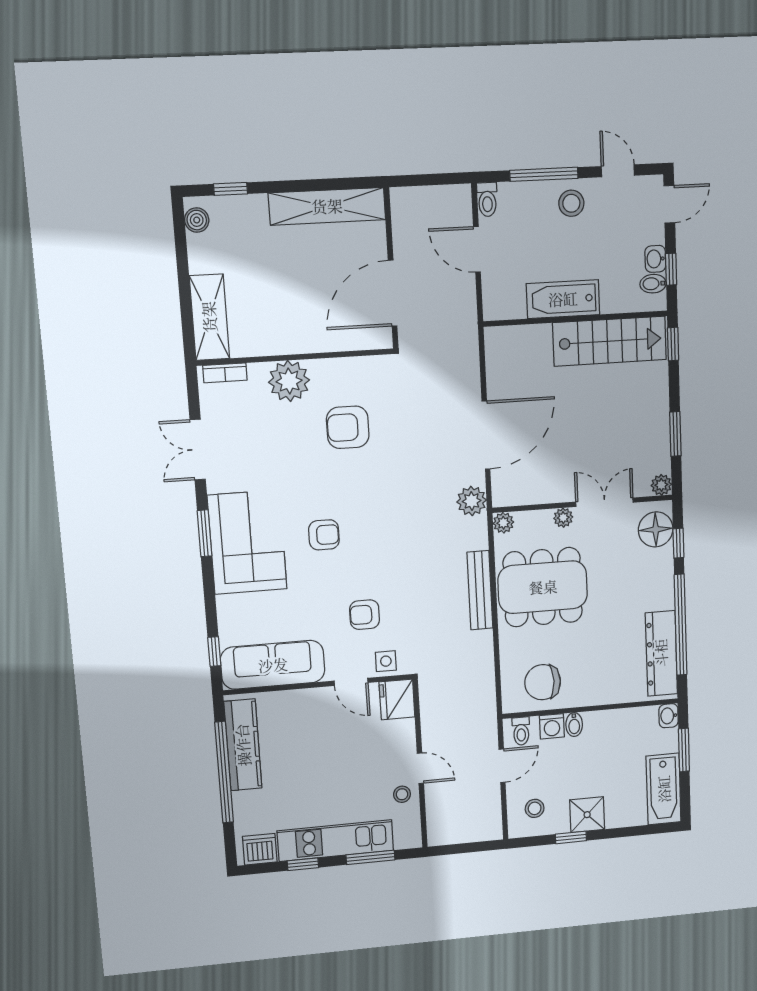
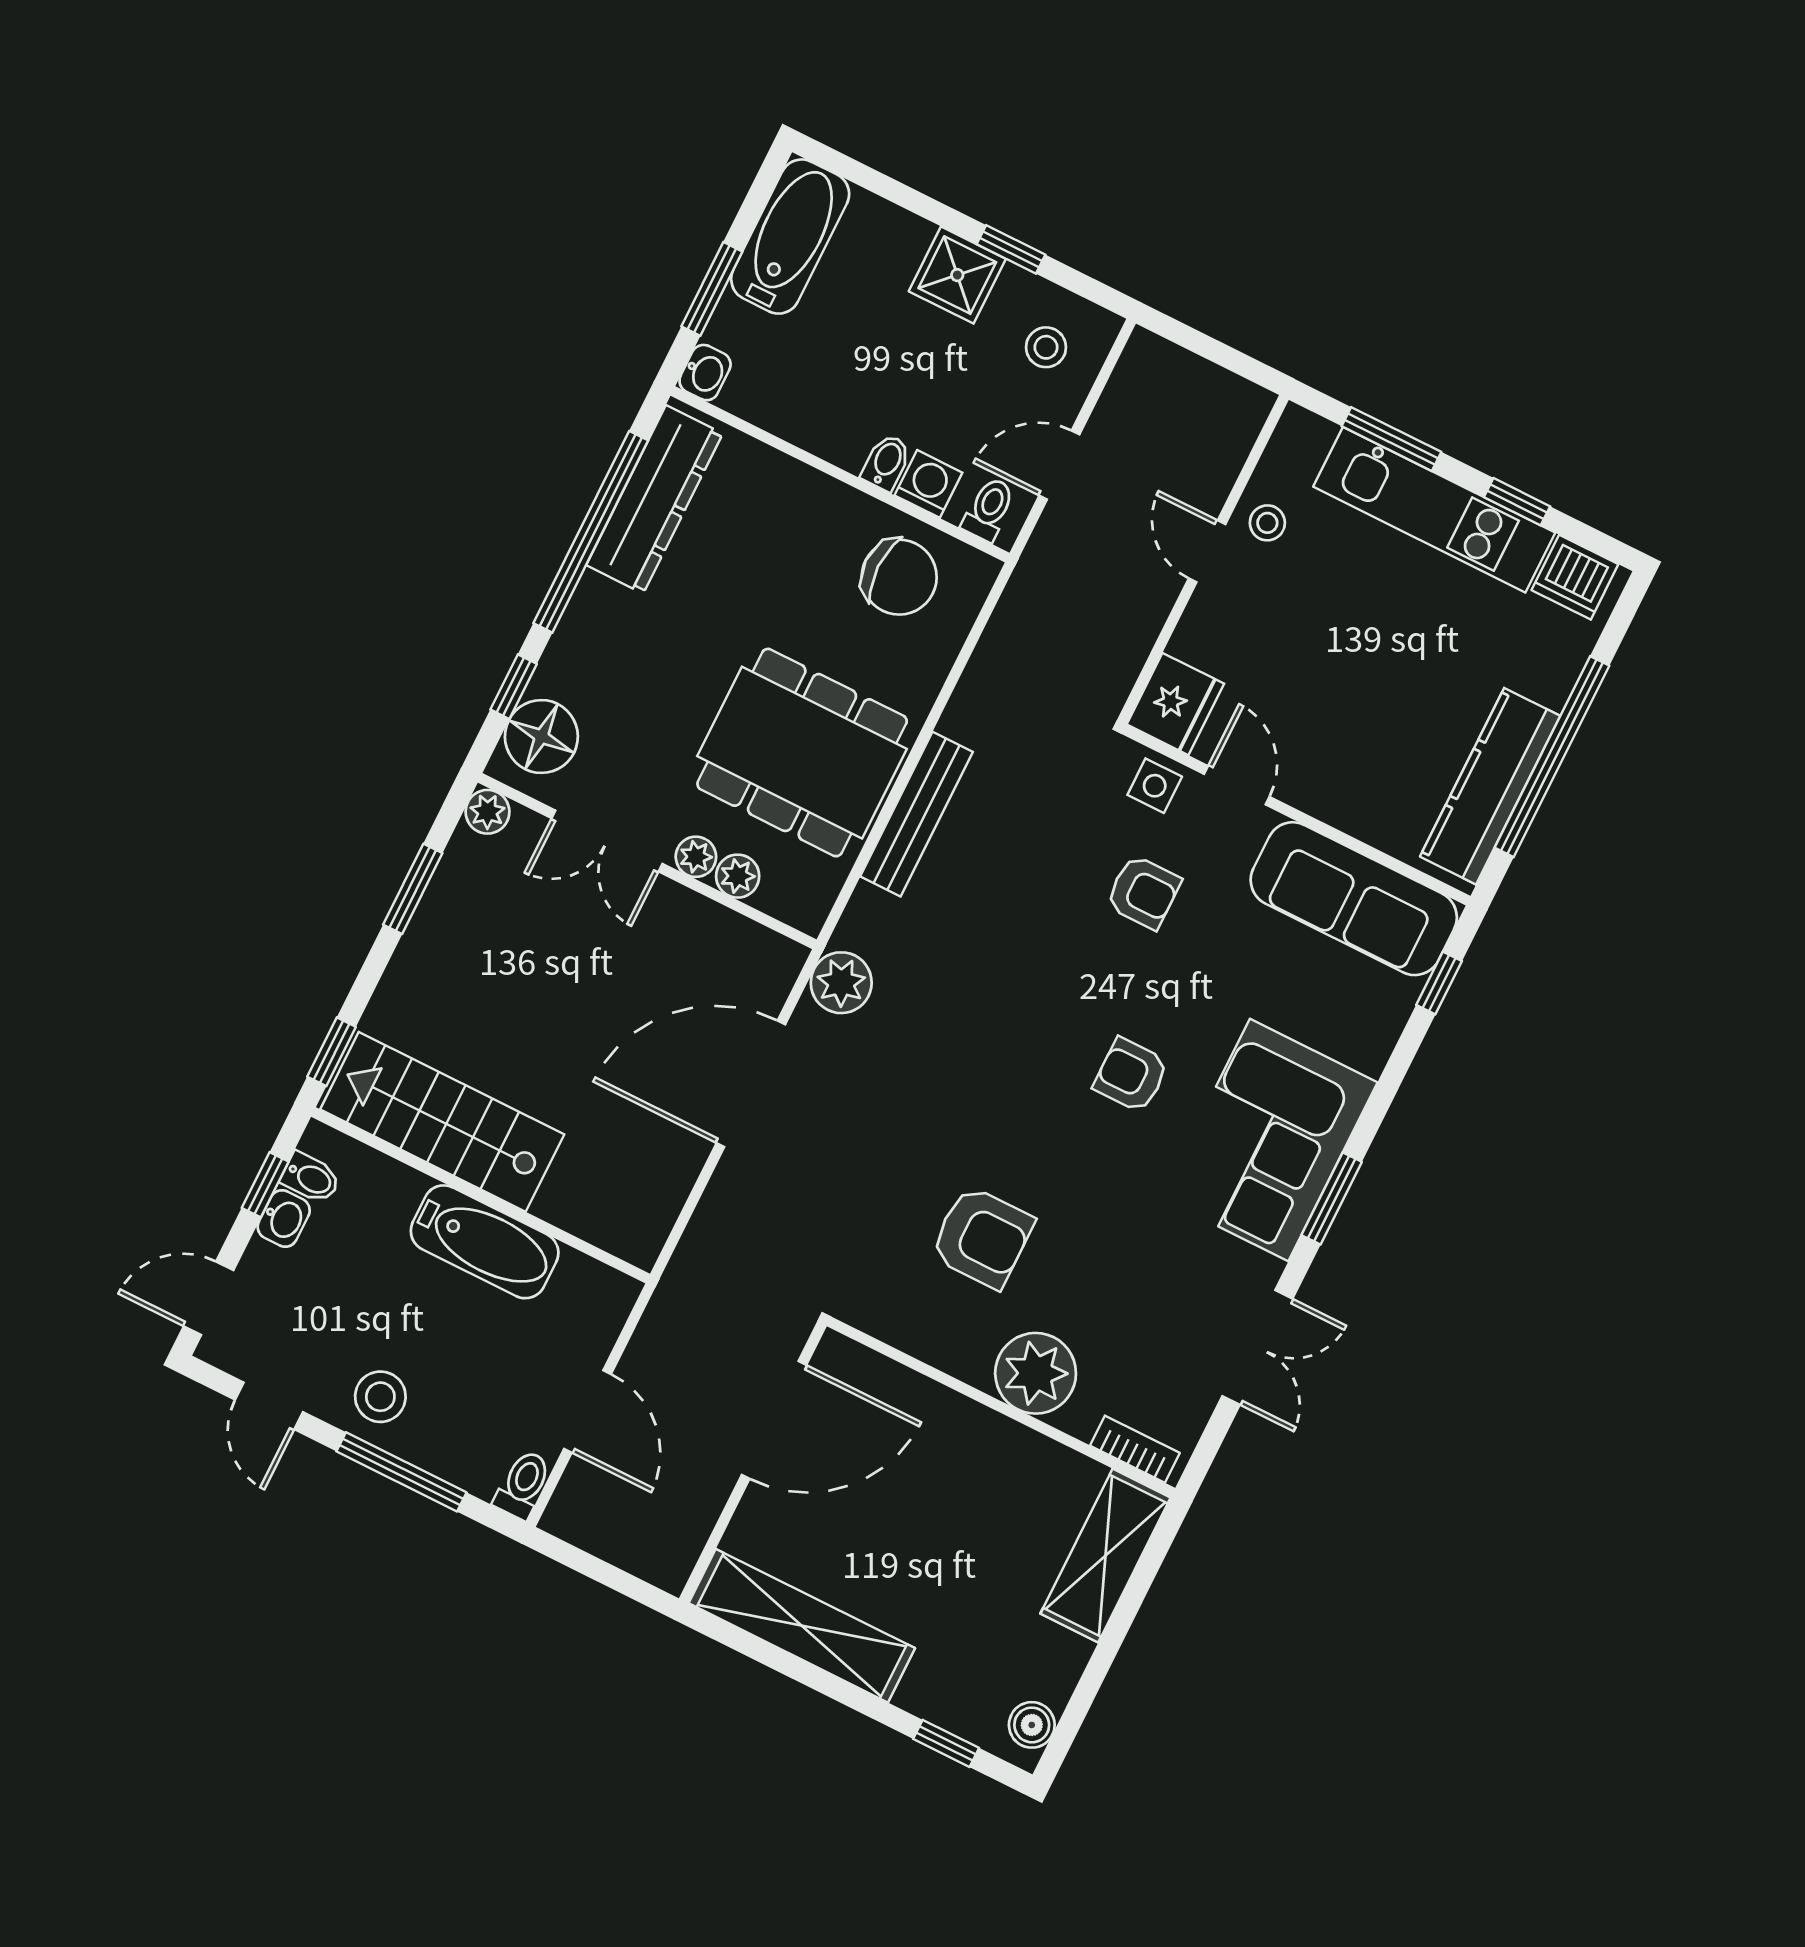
plant: (503, 523) -> (738, 876), moved

